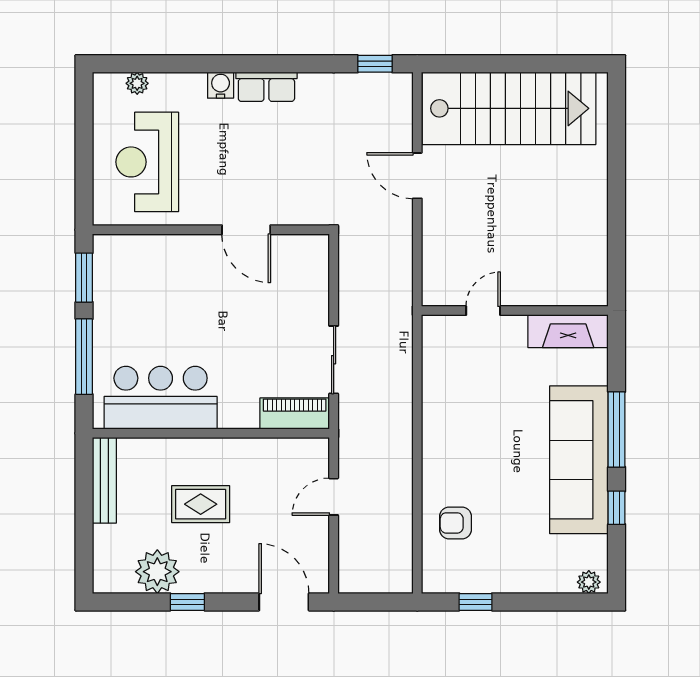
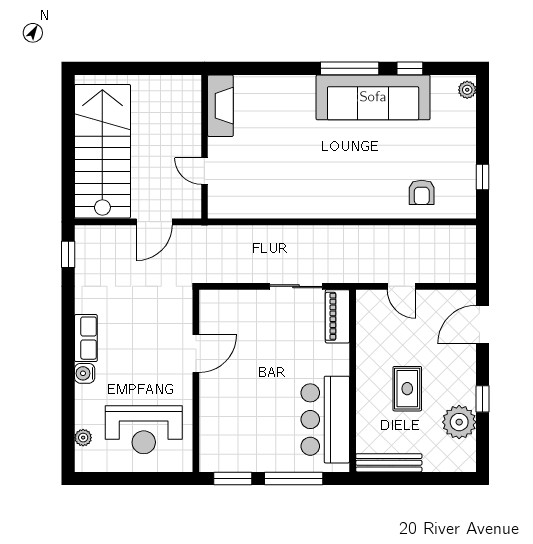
door: (483, 311) -> (204, 171), moved
wall: (515, 311) -> (204, 147), moved
fireplace: (568, 331) -> (220, 106), moved

